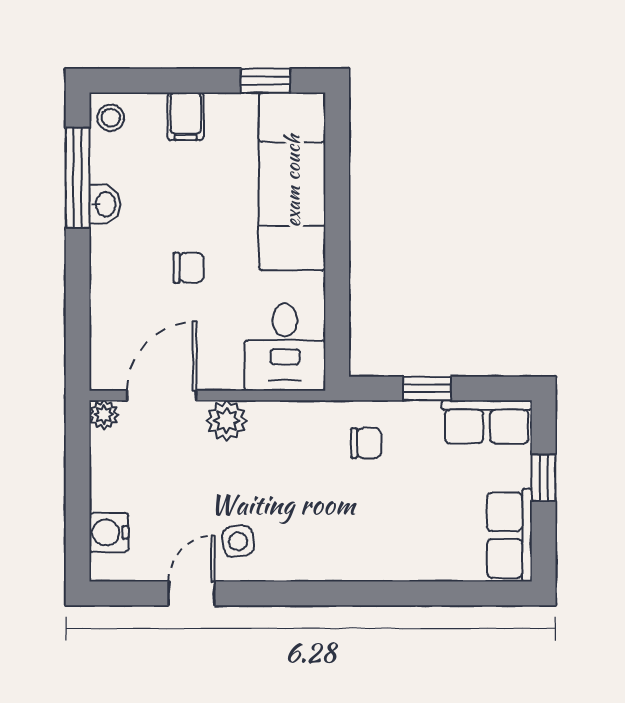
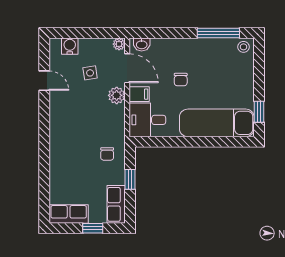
filing cabinet: (186, 116) -> (139, 94), moved, turned 180
washbasin: (105, 204) -> (142, 44), moved
side table: (238, 541) -> (90, 73), moved

